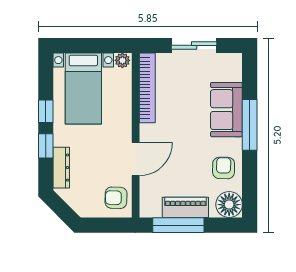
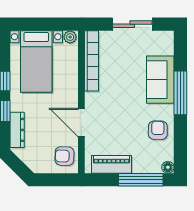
door: (136, 159) -> (81, 122), swing flipped
floor lamp: (229, 205) -> (168, 167), width x0.53, depth x0.53
piano: (185, 207) -> (111, 164), moved
window: (178, 225) -> (141, 180), moved

